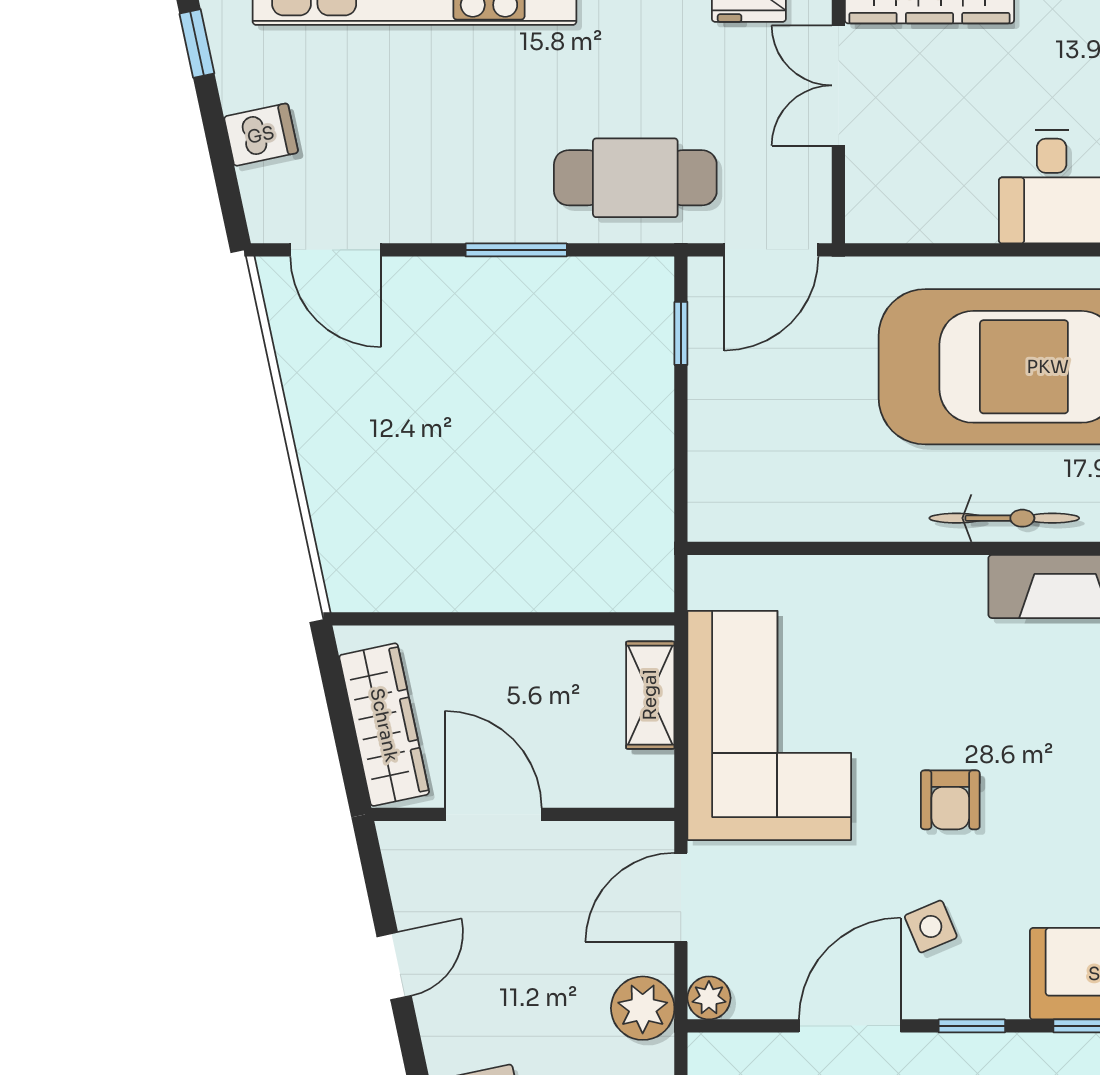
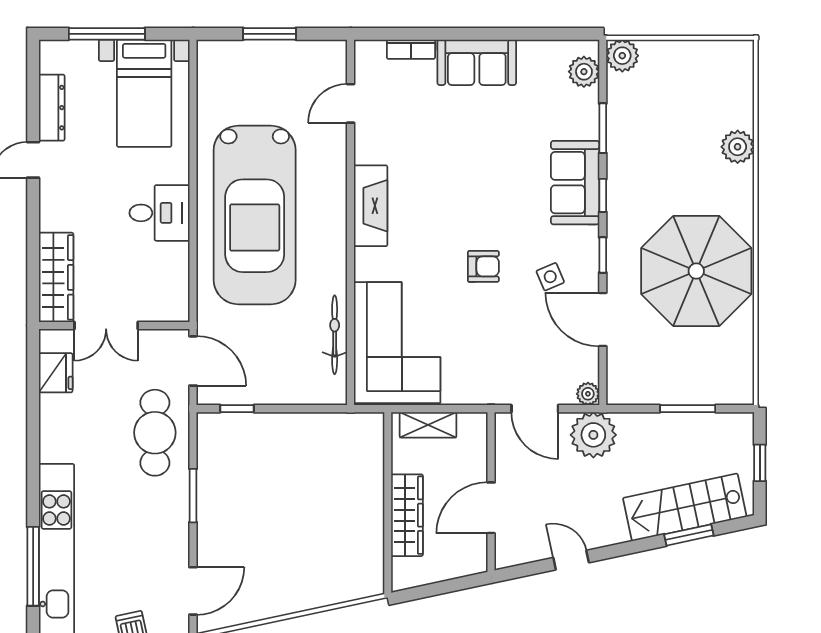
bicycle: (1004, 518) -> (335, 335), moved
wardrobe: (384, 725) -> (407, 515), moved, turned 102
corner sofa: (769, 725) -> (397, 343), moved, turned 90
plant: (643, 1008) -> (593, 435), width x1.36, depth x1.36

